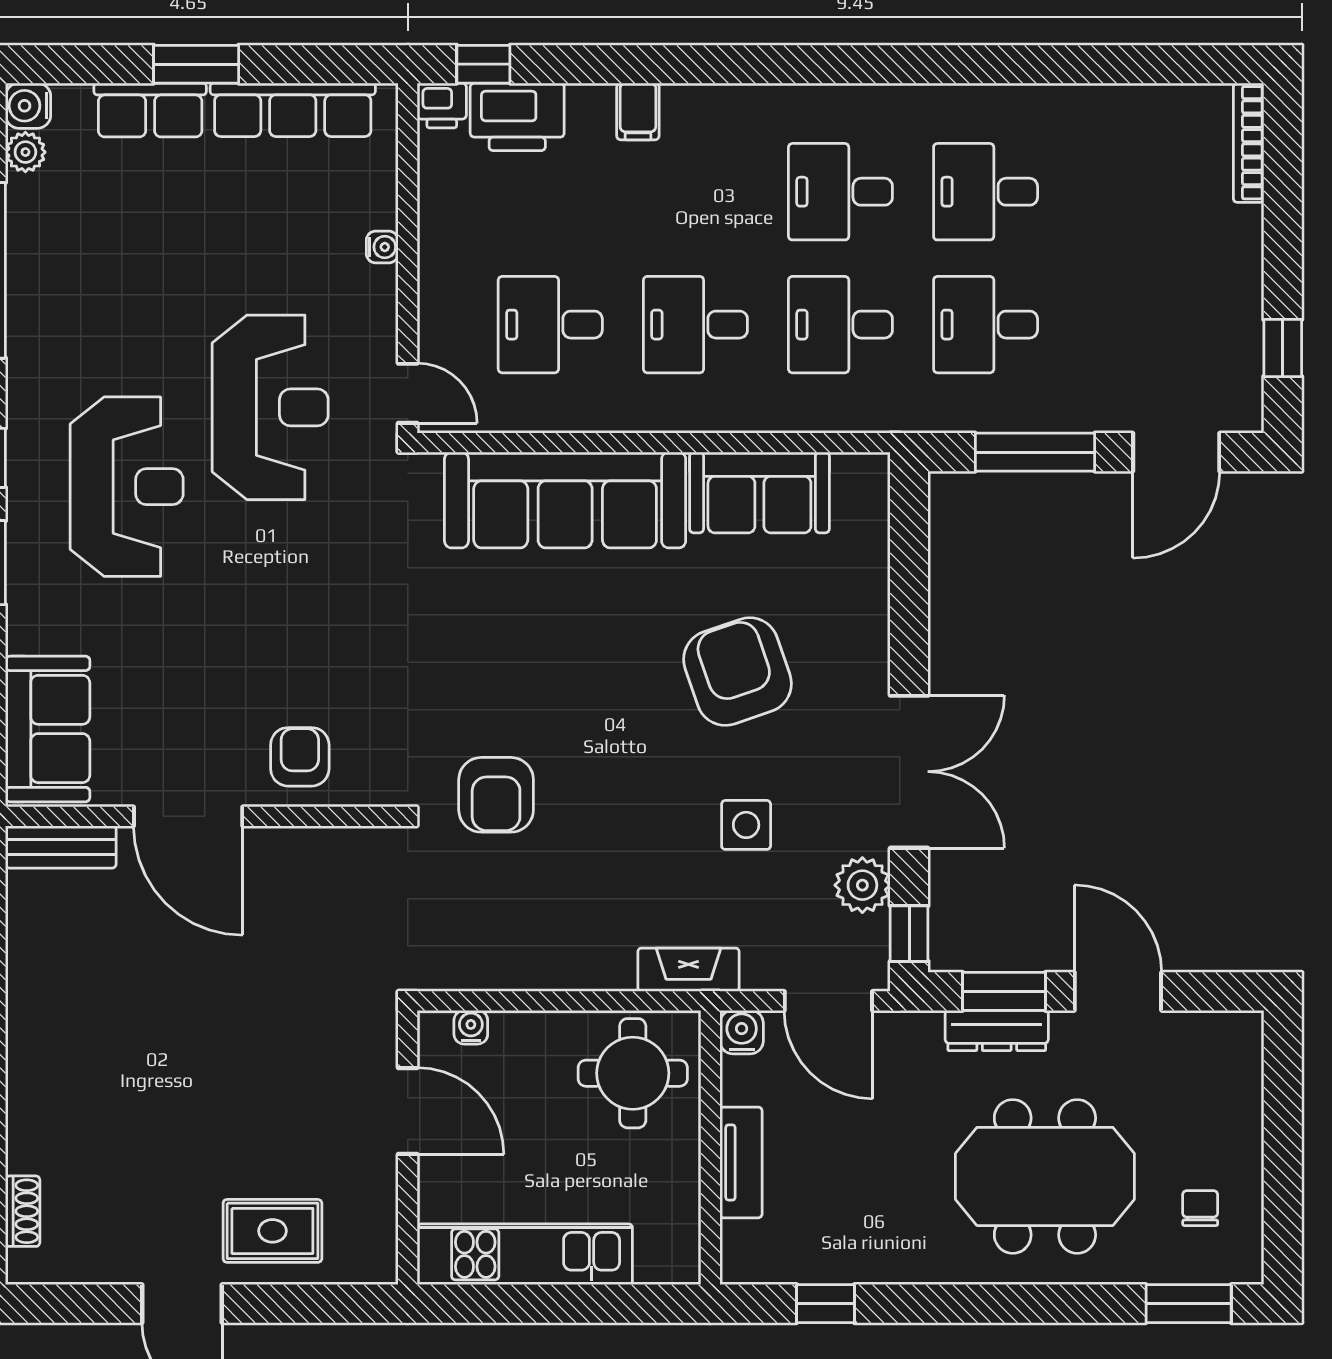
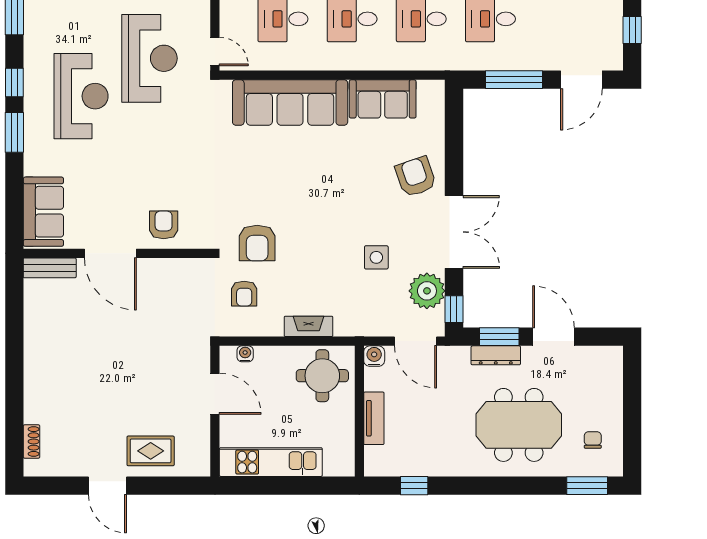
armchair: (738, 672) -> (416, 177), moved, width x0.73, depth x0.73
plant: (862, 885) -> (427, 291), width x1.36, depth x1.36
armchair: (469, 901) -> (244, 294), added
fireplace: (689, 970) -> (308, 326), moved

